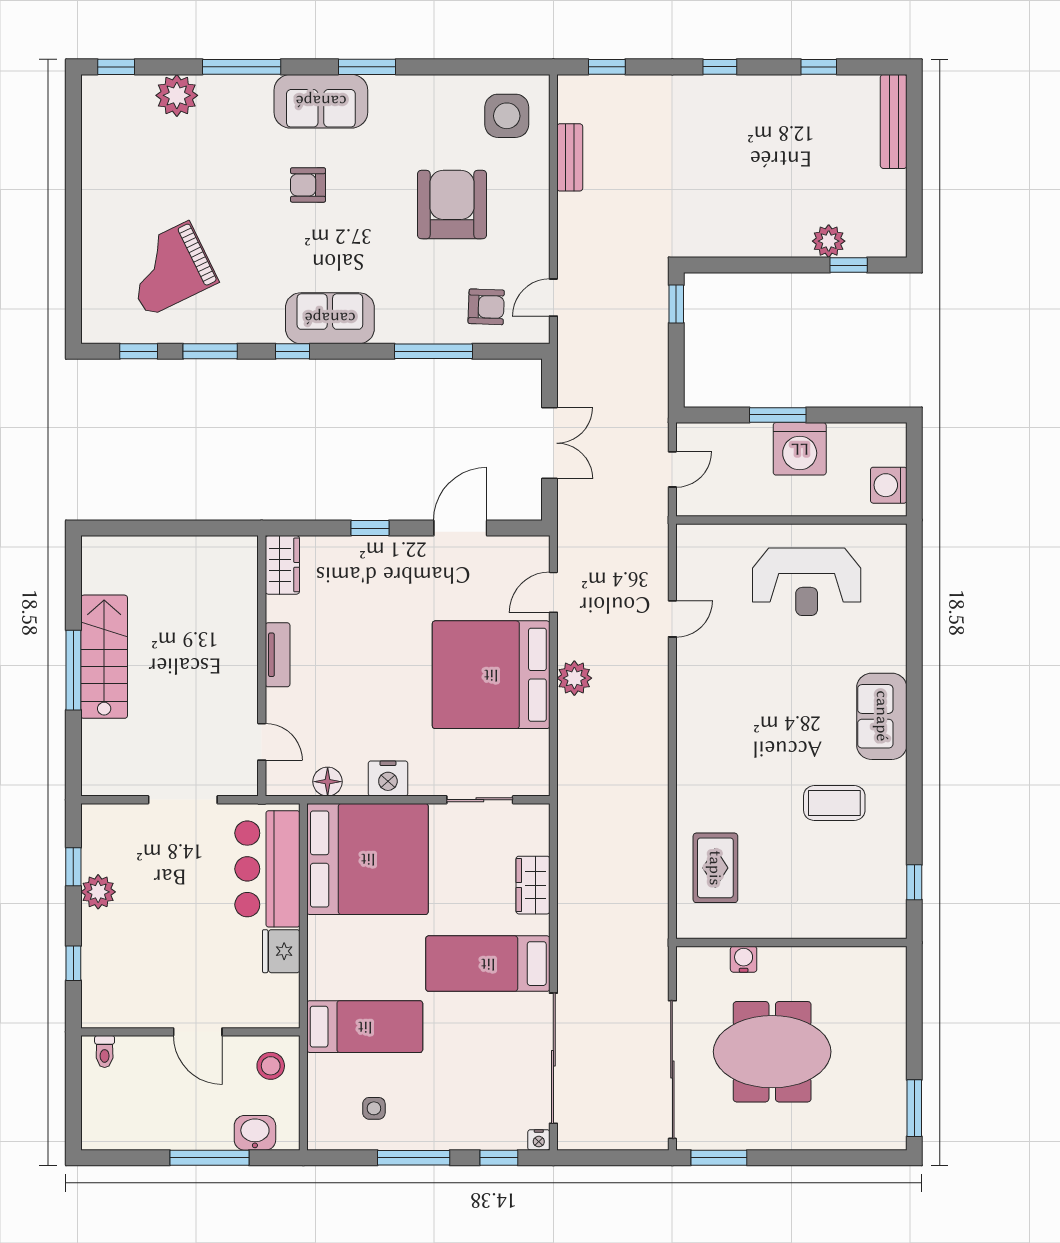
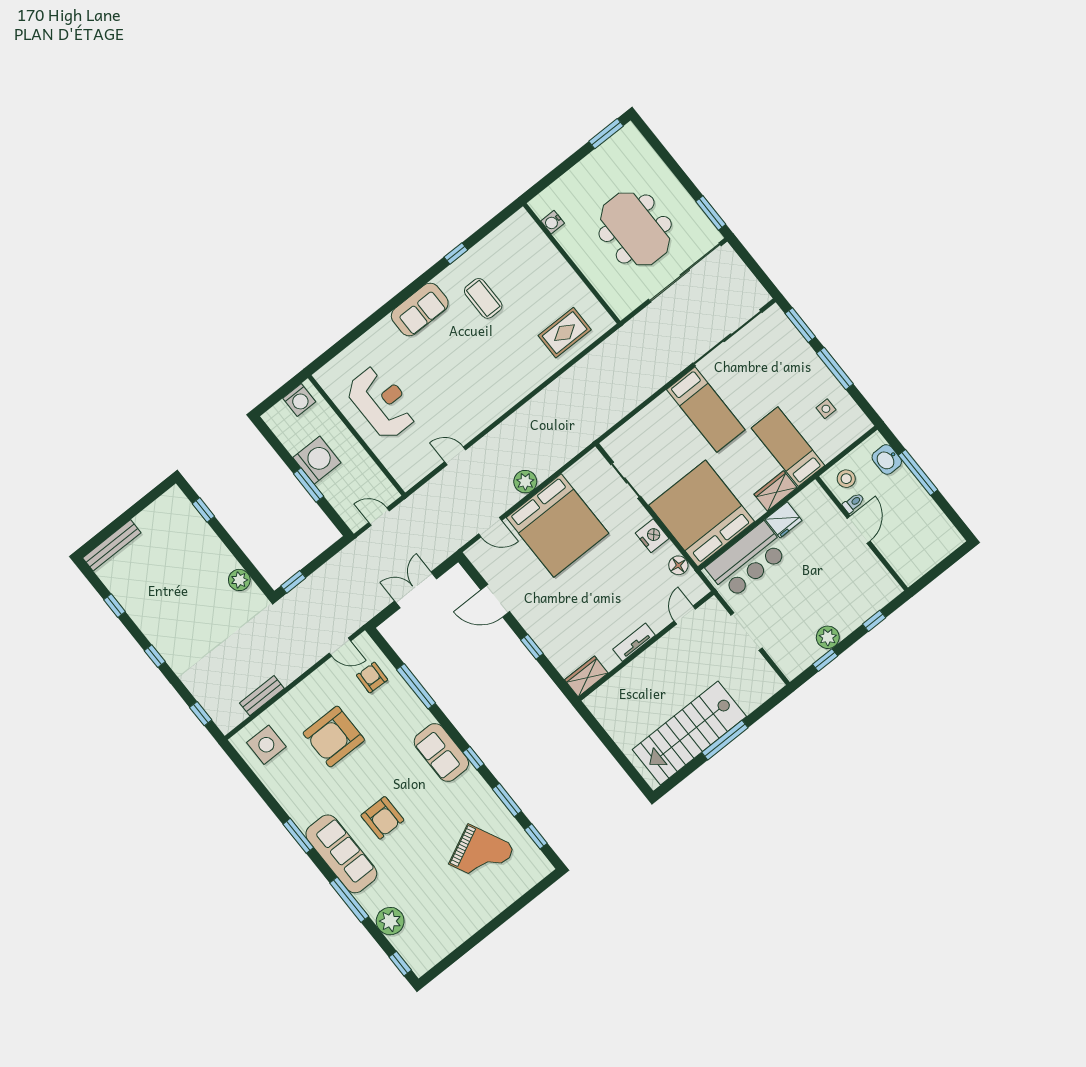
sofa: (321, 101) -> (341, 854), width x1.36
armchair: (308, 185) -> (382, 818), width x1.38, depth x1.38
plant: (829, 241) -> (239, 580), moved
stairs: (104, 657) -> (689, 733), width x1.36, depth x1.51
window: (914, 882) -> (456, 253), moved
wardrobe: (533, 885) -> (775, 491), moved, turned 180
water cooler: (744, 959) -> (553, 222), moved
toilet: (105, 1051) -> (853, 503), moved
nightstand: (539, 1140) -> (775, 312), removed
window: (499, 1158) -> (800, 325), width x1.50

